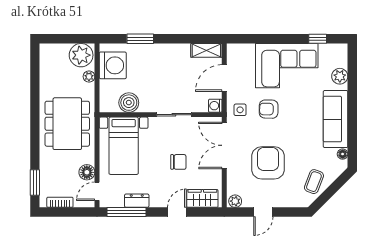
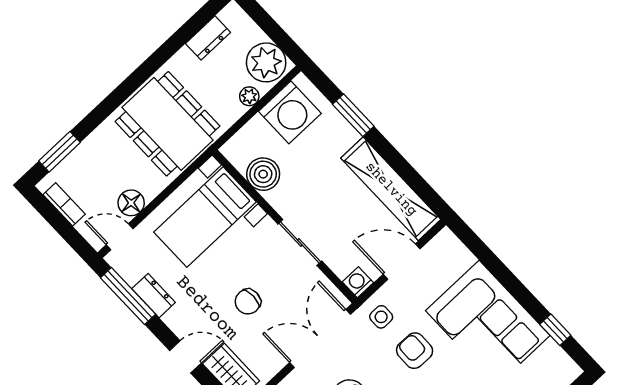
shelving: (206, 50) -> (391, 189), width x2.20, depth x1.33
dresser: (46, 70) -> (208, 38), added
dining table: (67, 124) -> (167, 124), turned 90
chair: (178, 162) -> (248, 302), turned 90

